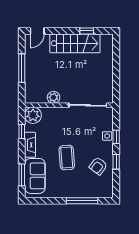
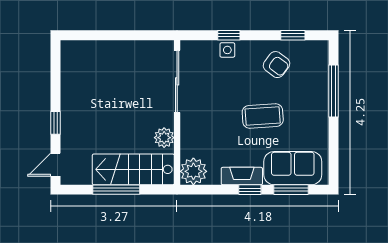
door: (37, 31) -> (56, 165), swing flipped
window: (87, 31) -> (56, 123), moved
stairs: (75, 43) -> (133, 169), moved, turned -90
window: (22, 132) -> (250, 190), moved
window: (116, 162) -> (293, 35), moved

